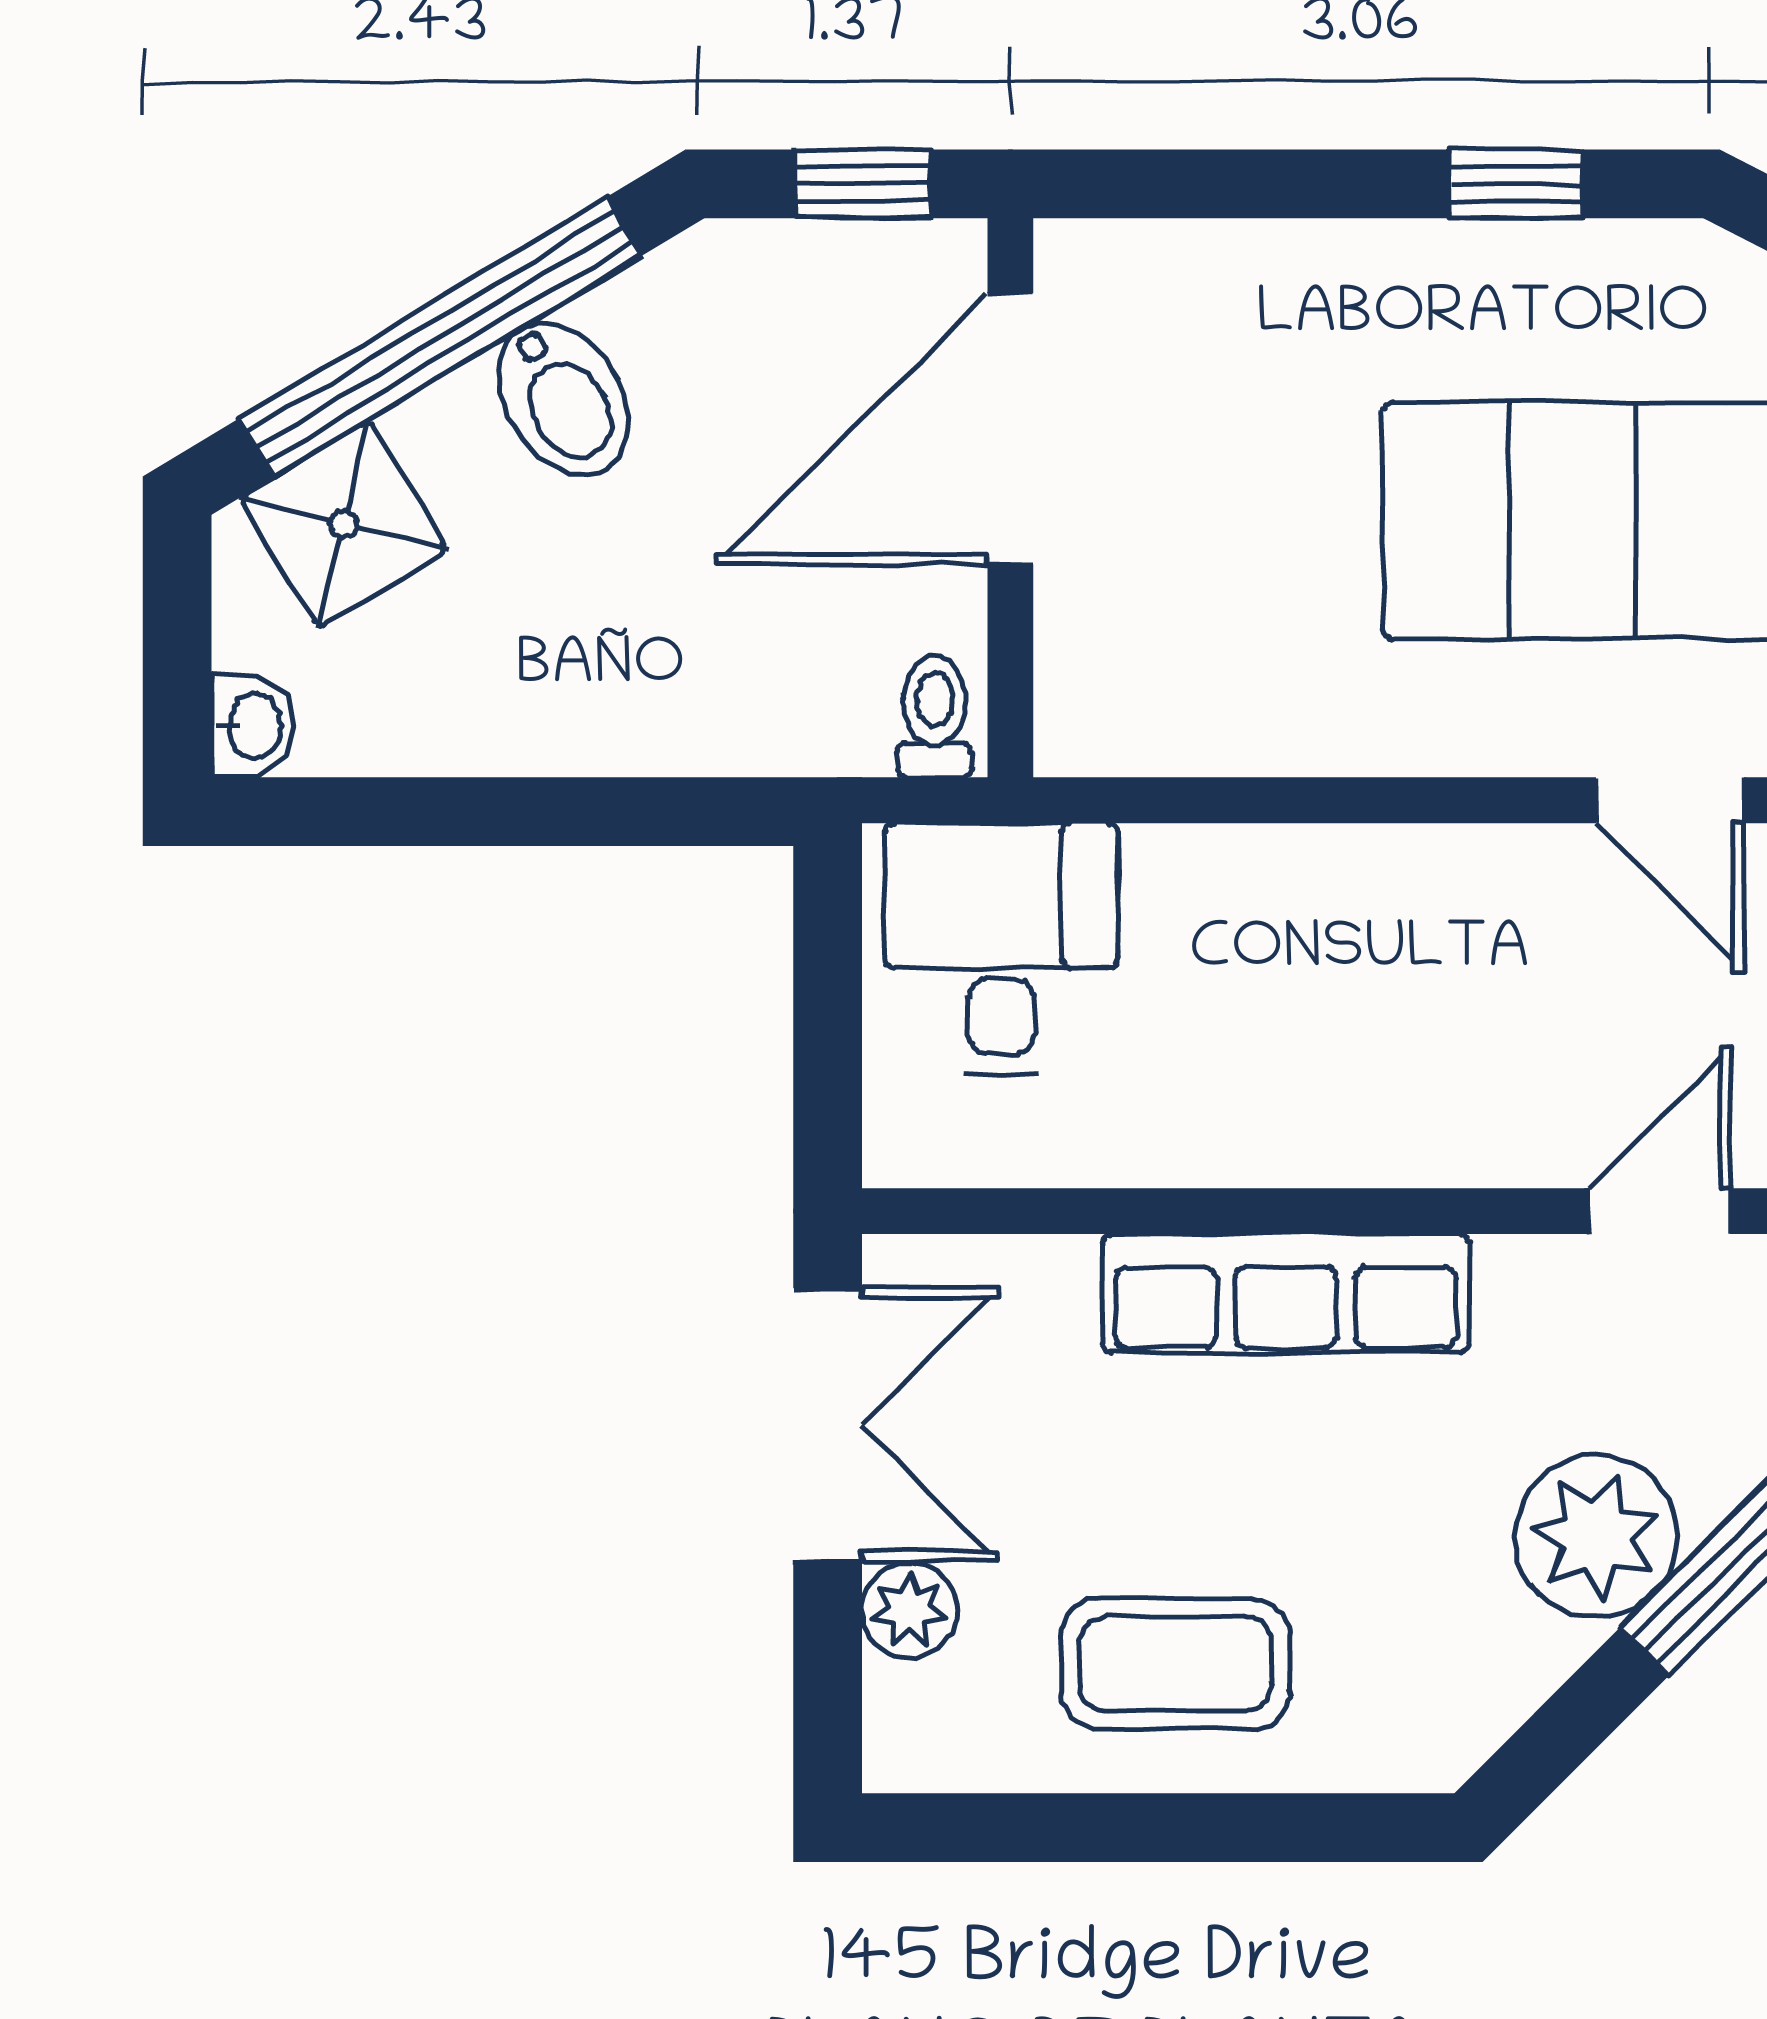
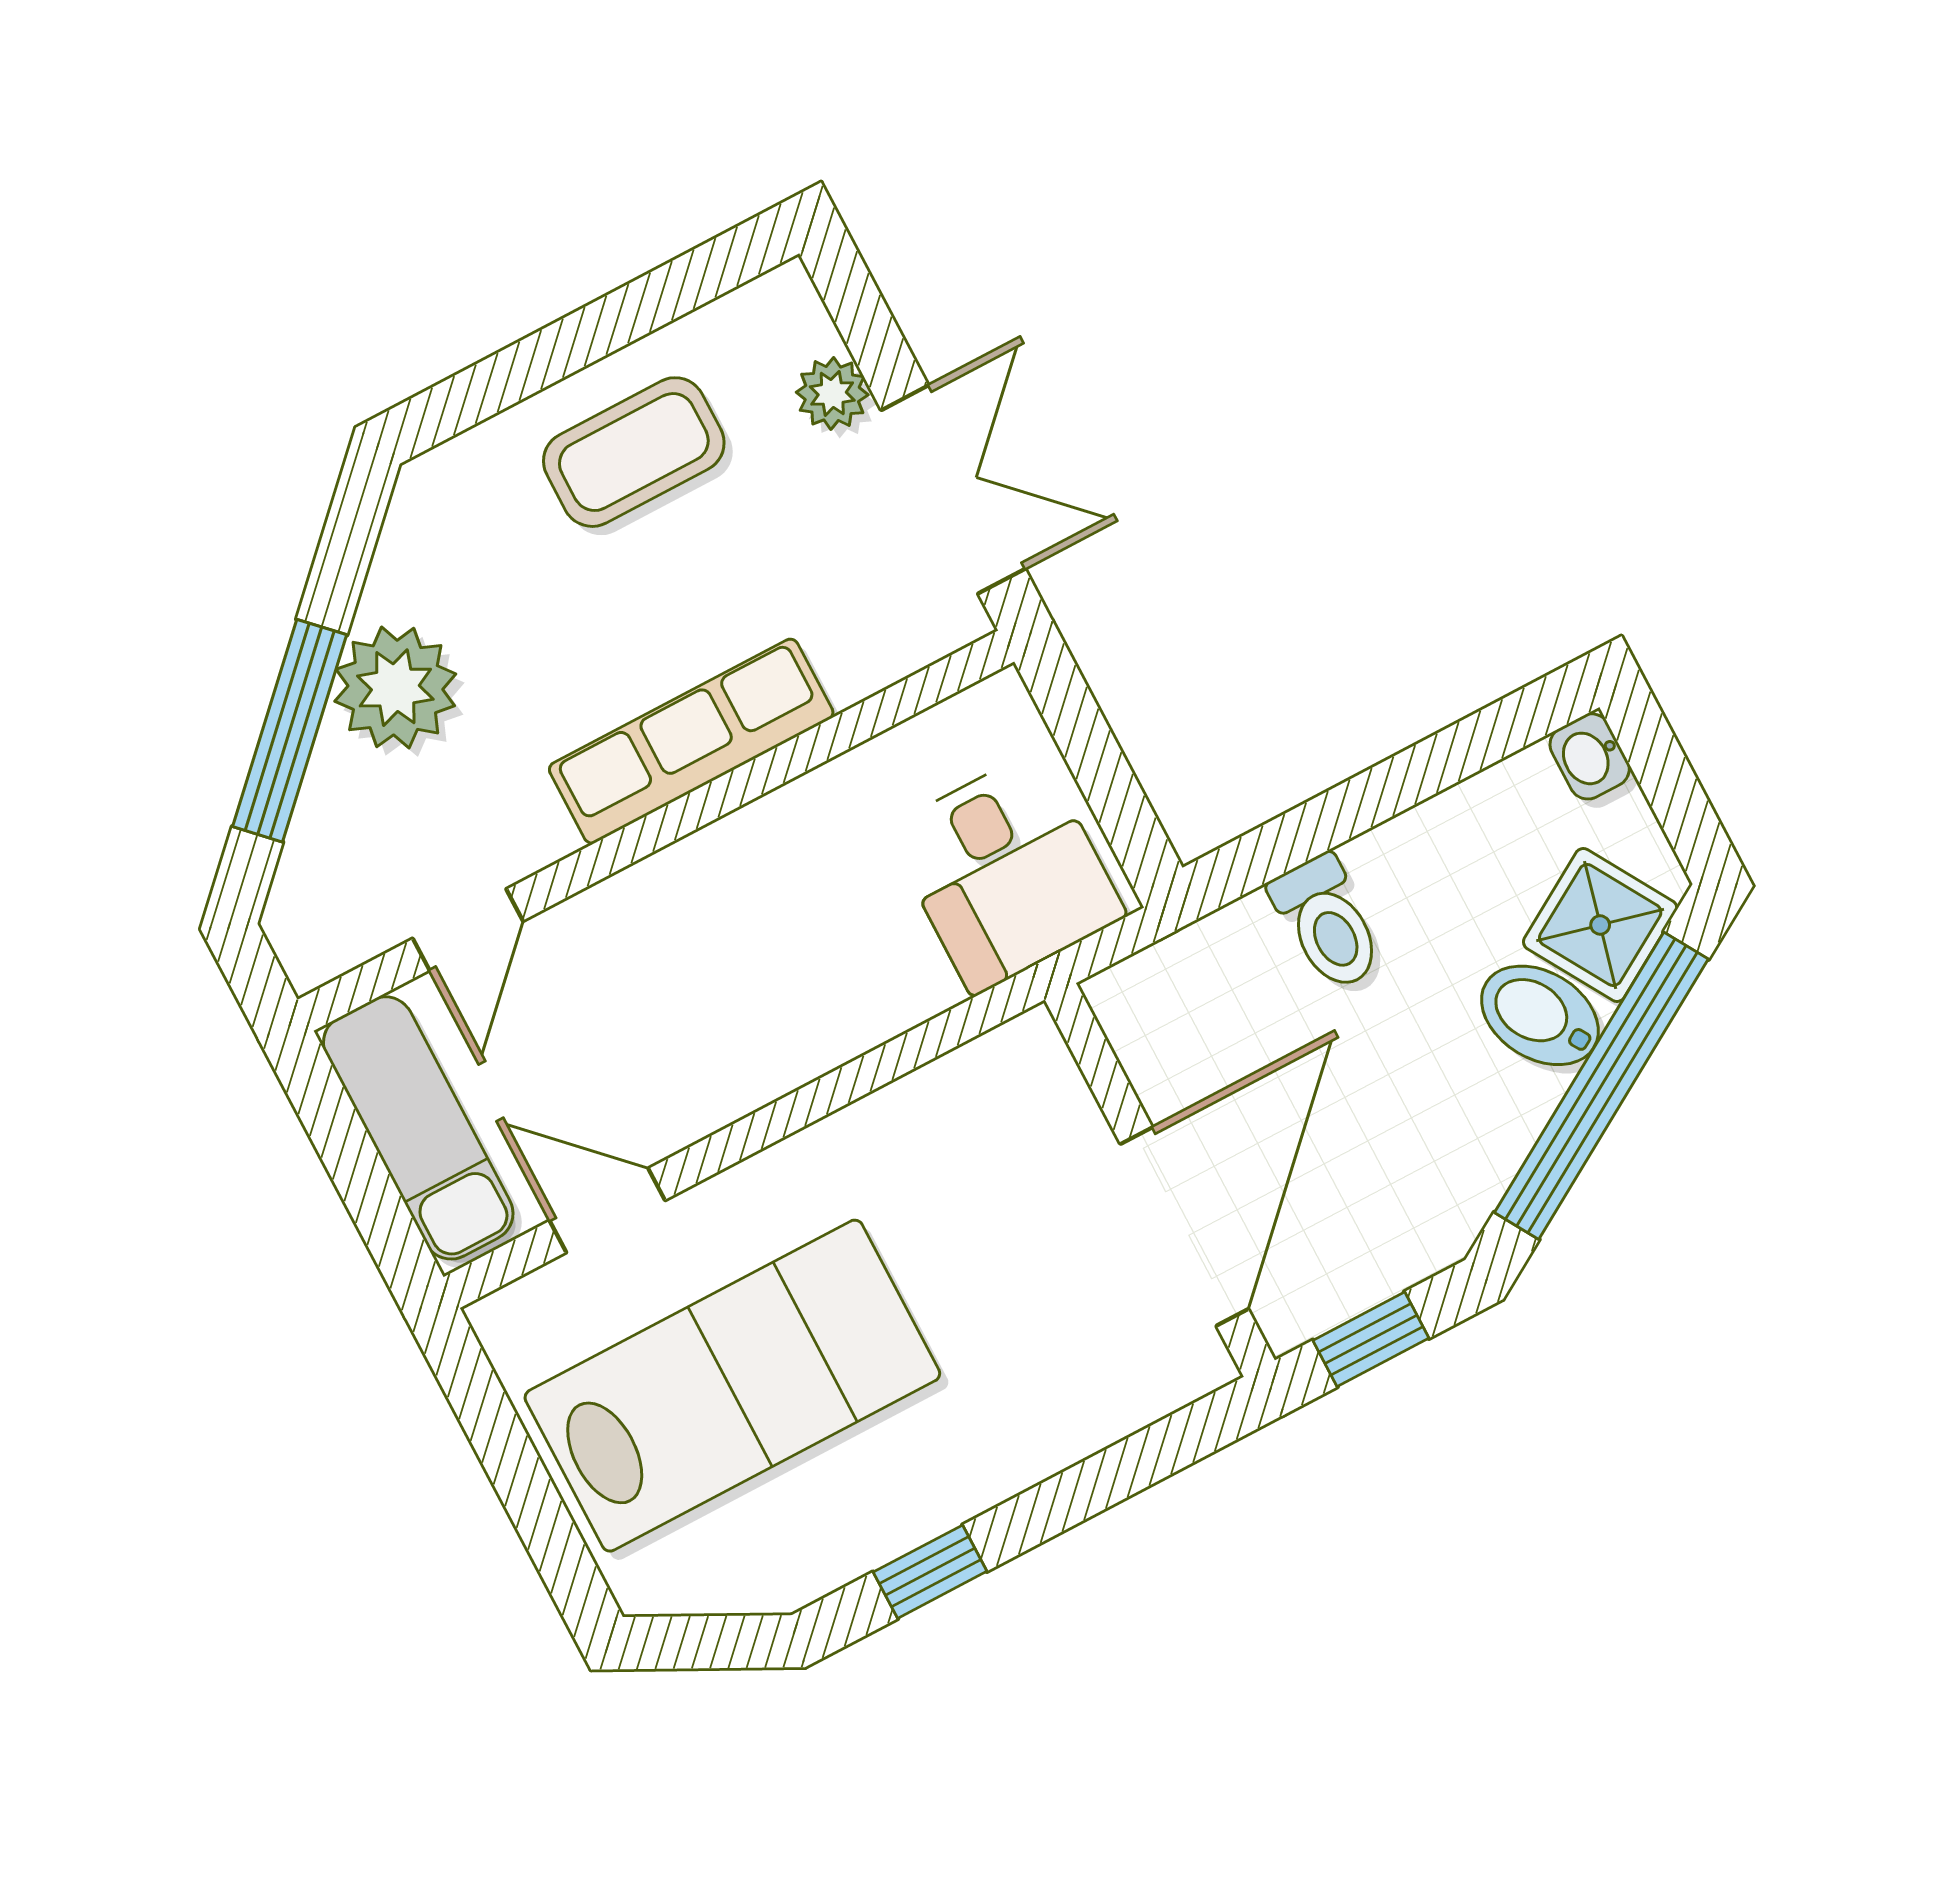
bidet: (564, 399) -> (1540, 1015), moved
toilet: (934, 717) -> (1327, 923), moved, width x1.37, depth x1.39
double door: (828, 1425) -> (953, 489), swing flipped

